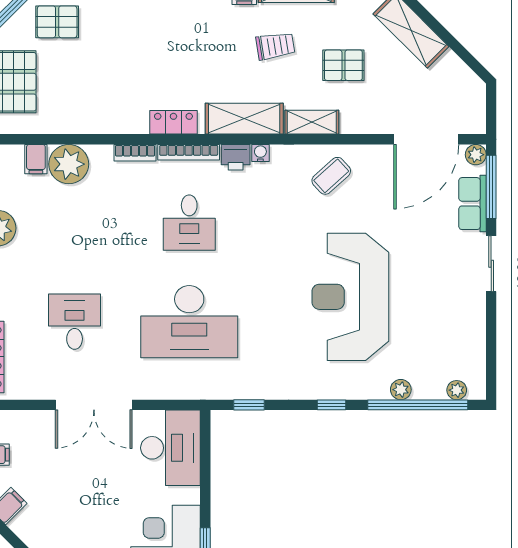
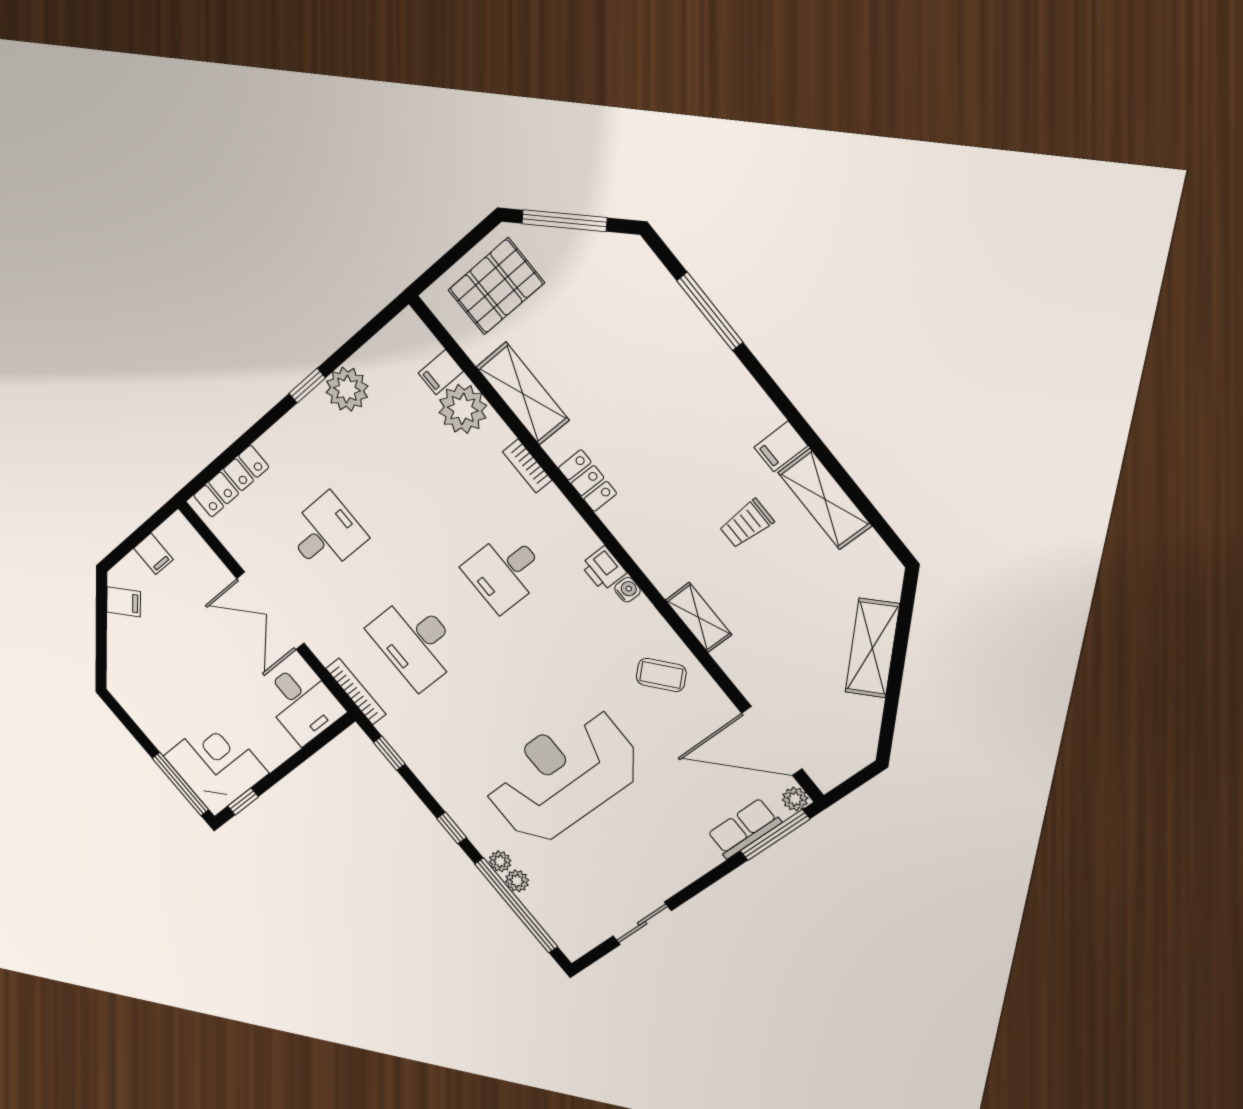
pallet: (57, 22) -> (591, 280), removed
trolley: (275, 46) -> (746, 524), turned 99
pallet: (343, 65) -> (782, 607), removed
shelving: (244, 119) -> (523, 394), moved
bookcase: (189, 152) -> (356, 691), moved, turned 180
sliding door: (491, 264) -> (642, 923), moved
desk: (189, 322) -> (416, 642), width x0.73, depth x0.77
plant: (457, 390) -> (500, 861), moved
desk: (170, 448) -> (302, 703), width x0.73

